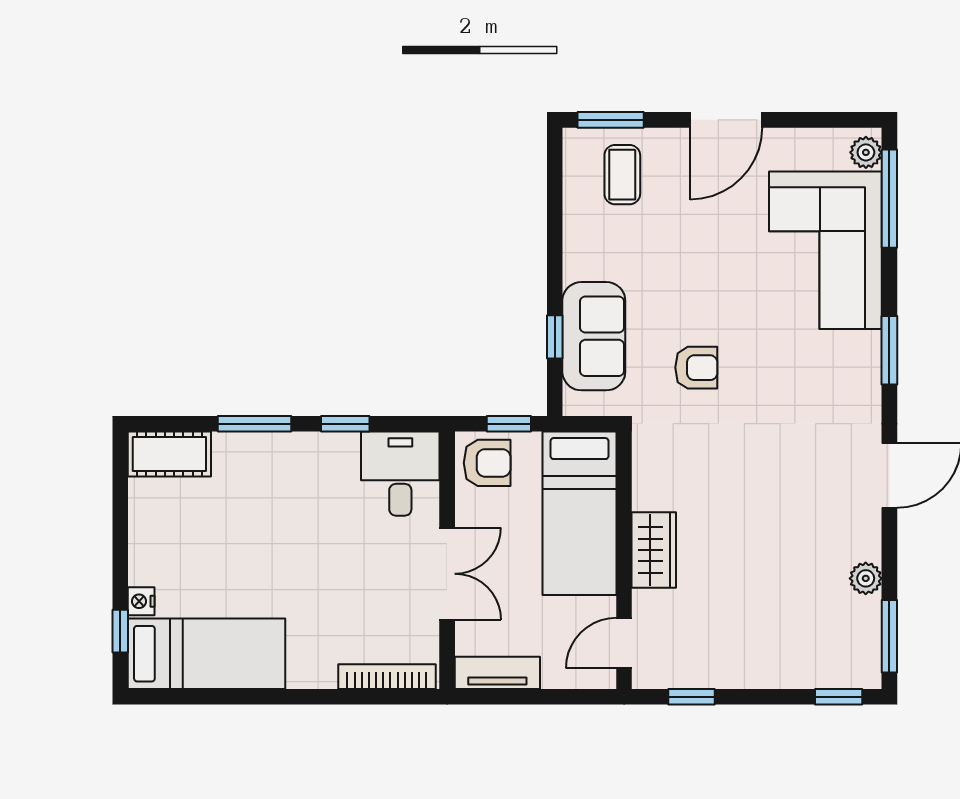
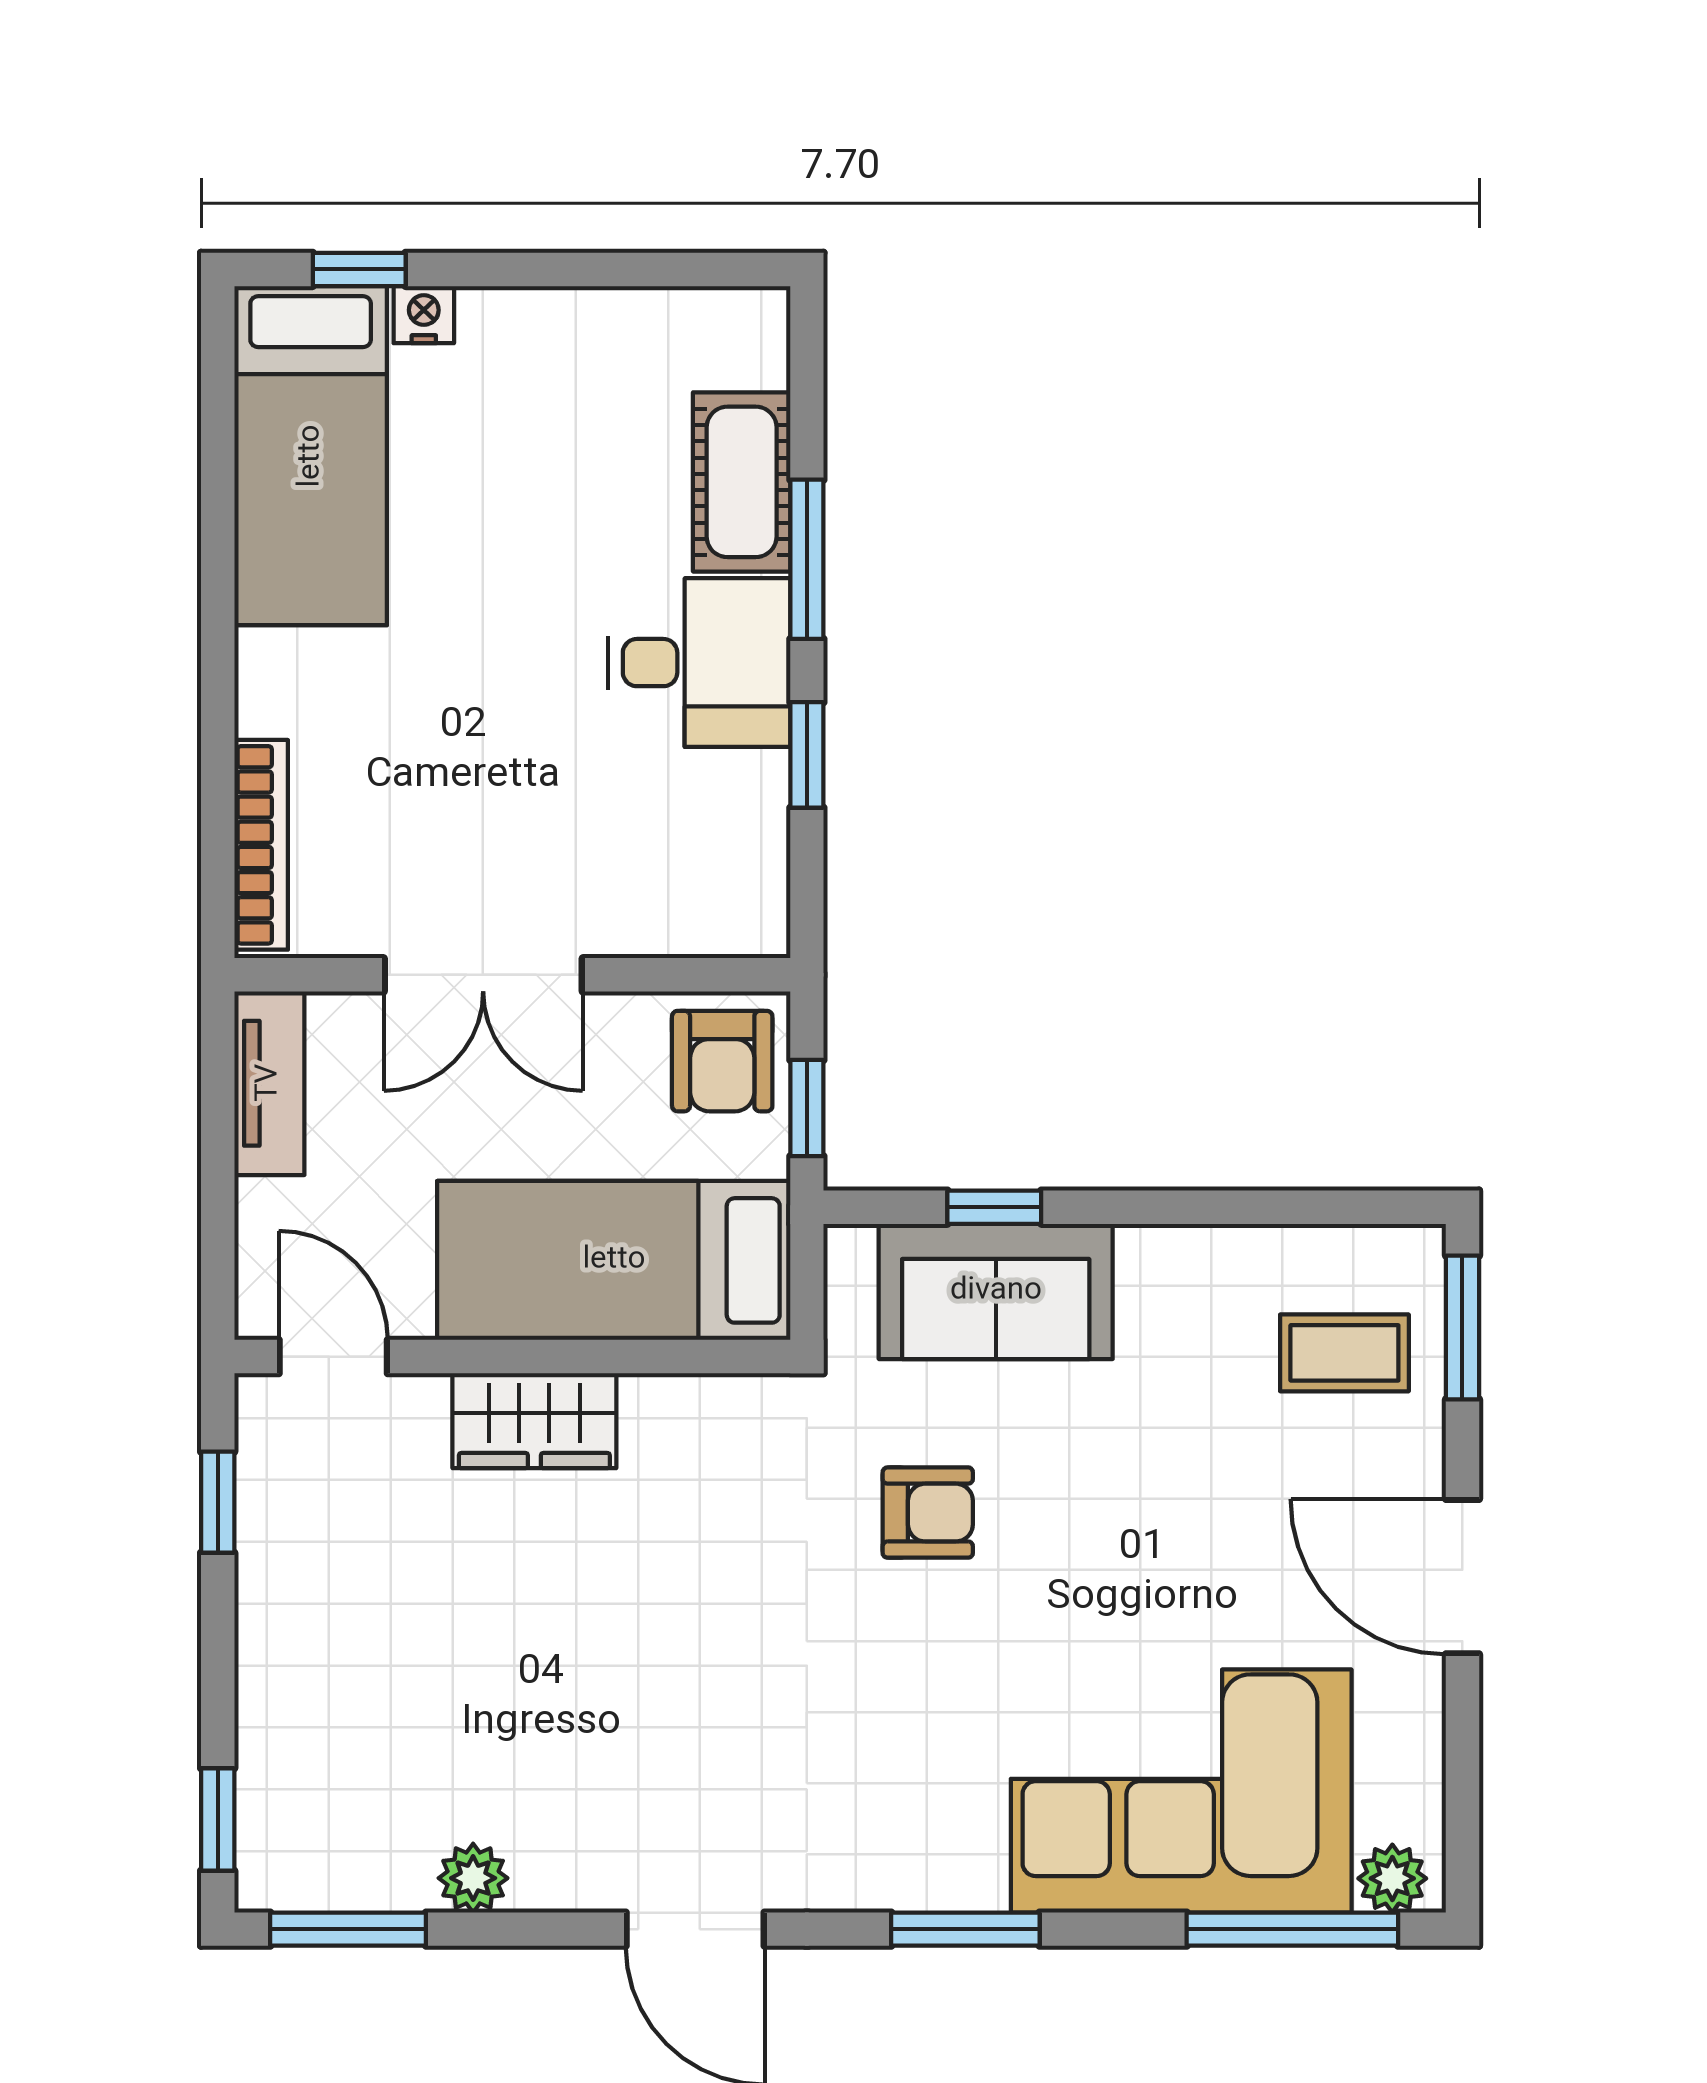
armchair: (696, 368) -> (928, 1513), turned -90
cot: (169, 454) -> (742, 482), moved
desk: (400, 474) -> (699, 663), moved

